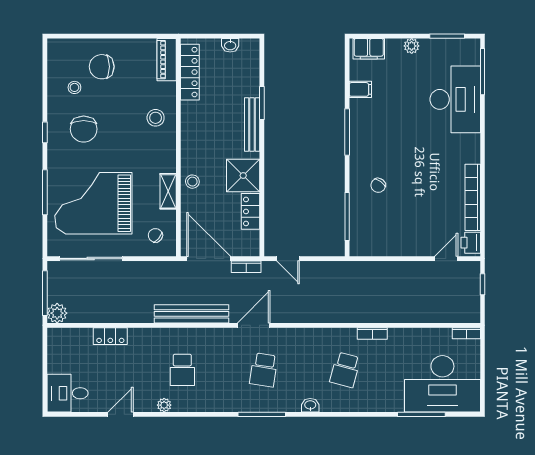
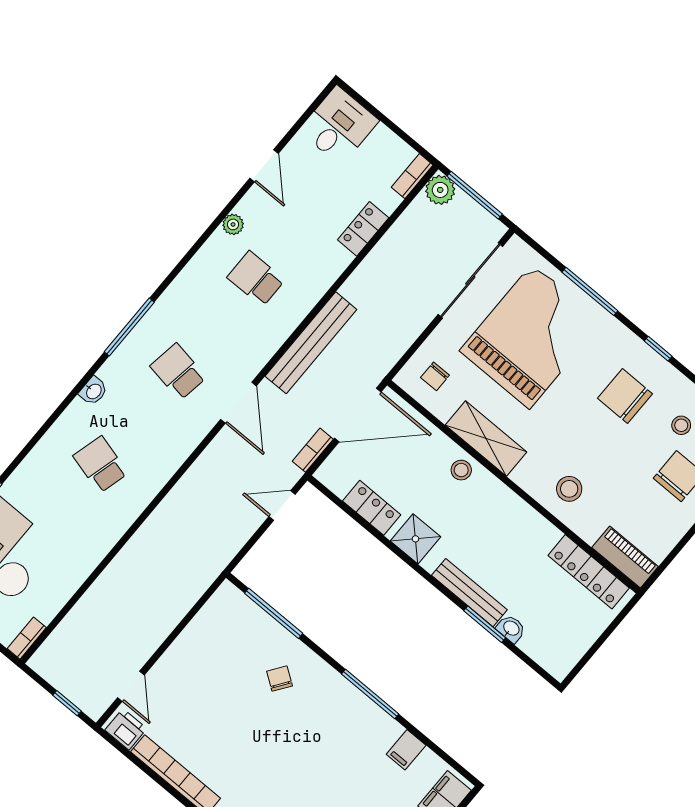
washbasin: (230, 45) -> (511, 629), moved, turned 90
shower: (243, 176) -> (415, 539), width x0.73, depth x0.73
shelving: (168, 191) -> (486, 438), width x1.50, depth x1.33
chair: (155, 235) -> (435, 376), turned 140
bookcase: (372, 334) -> (412, 176), moved

